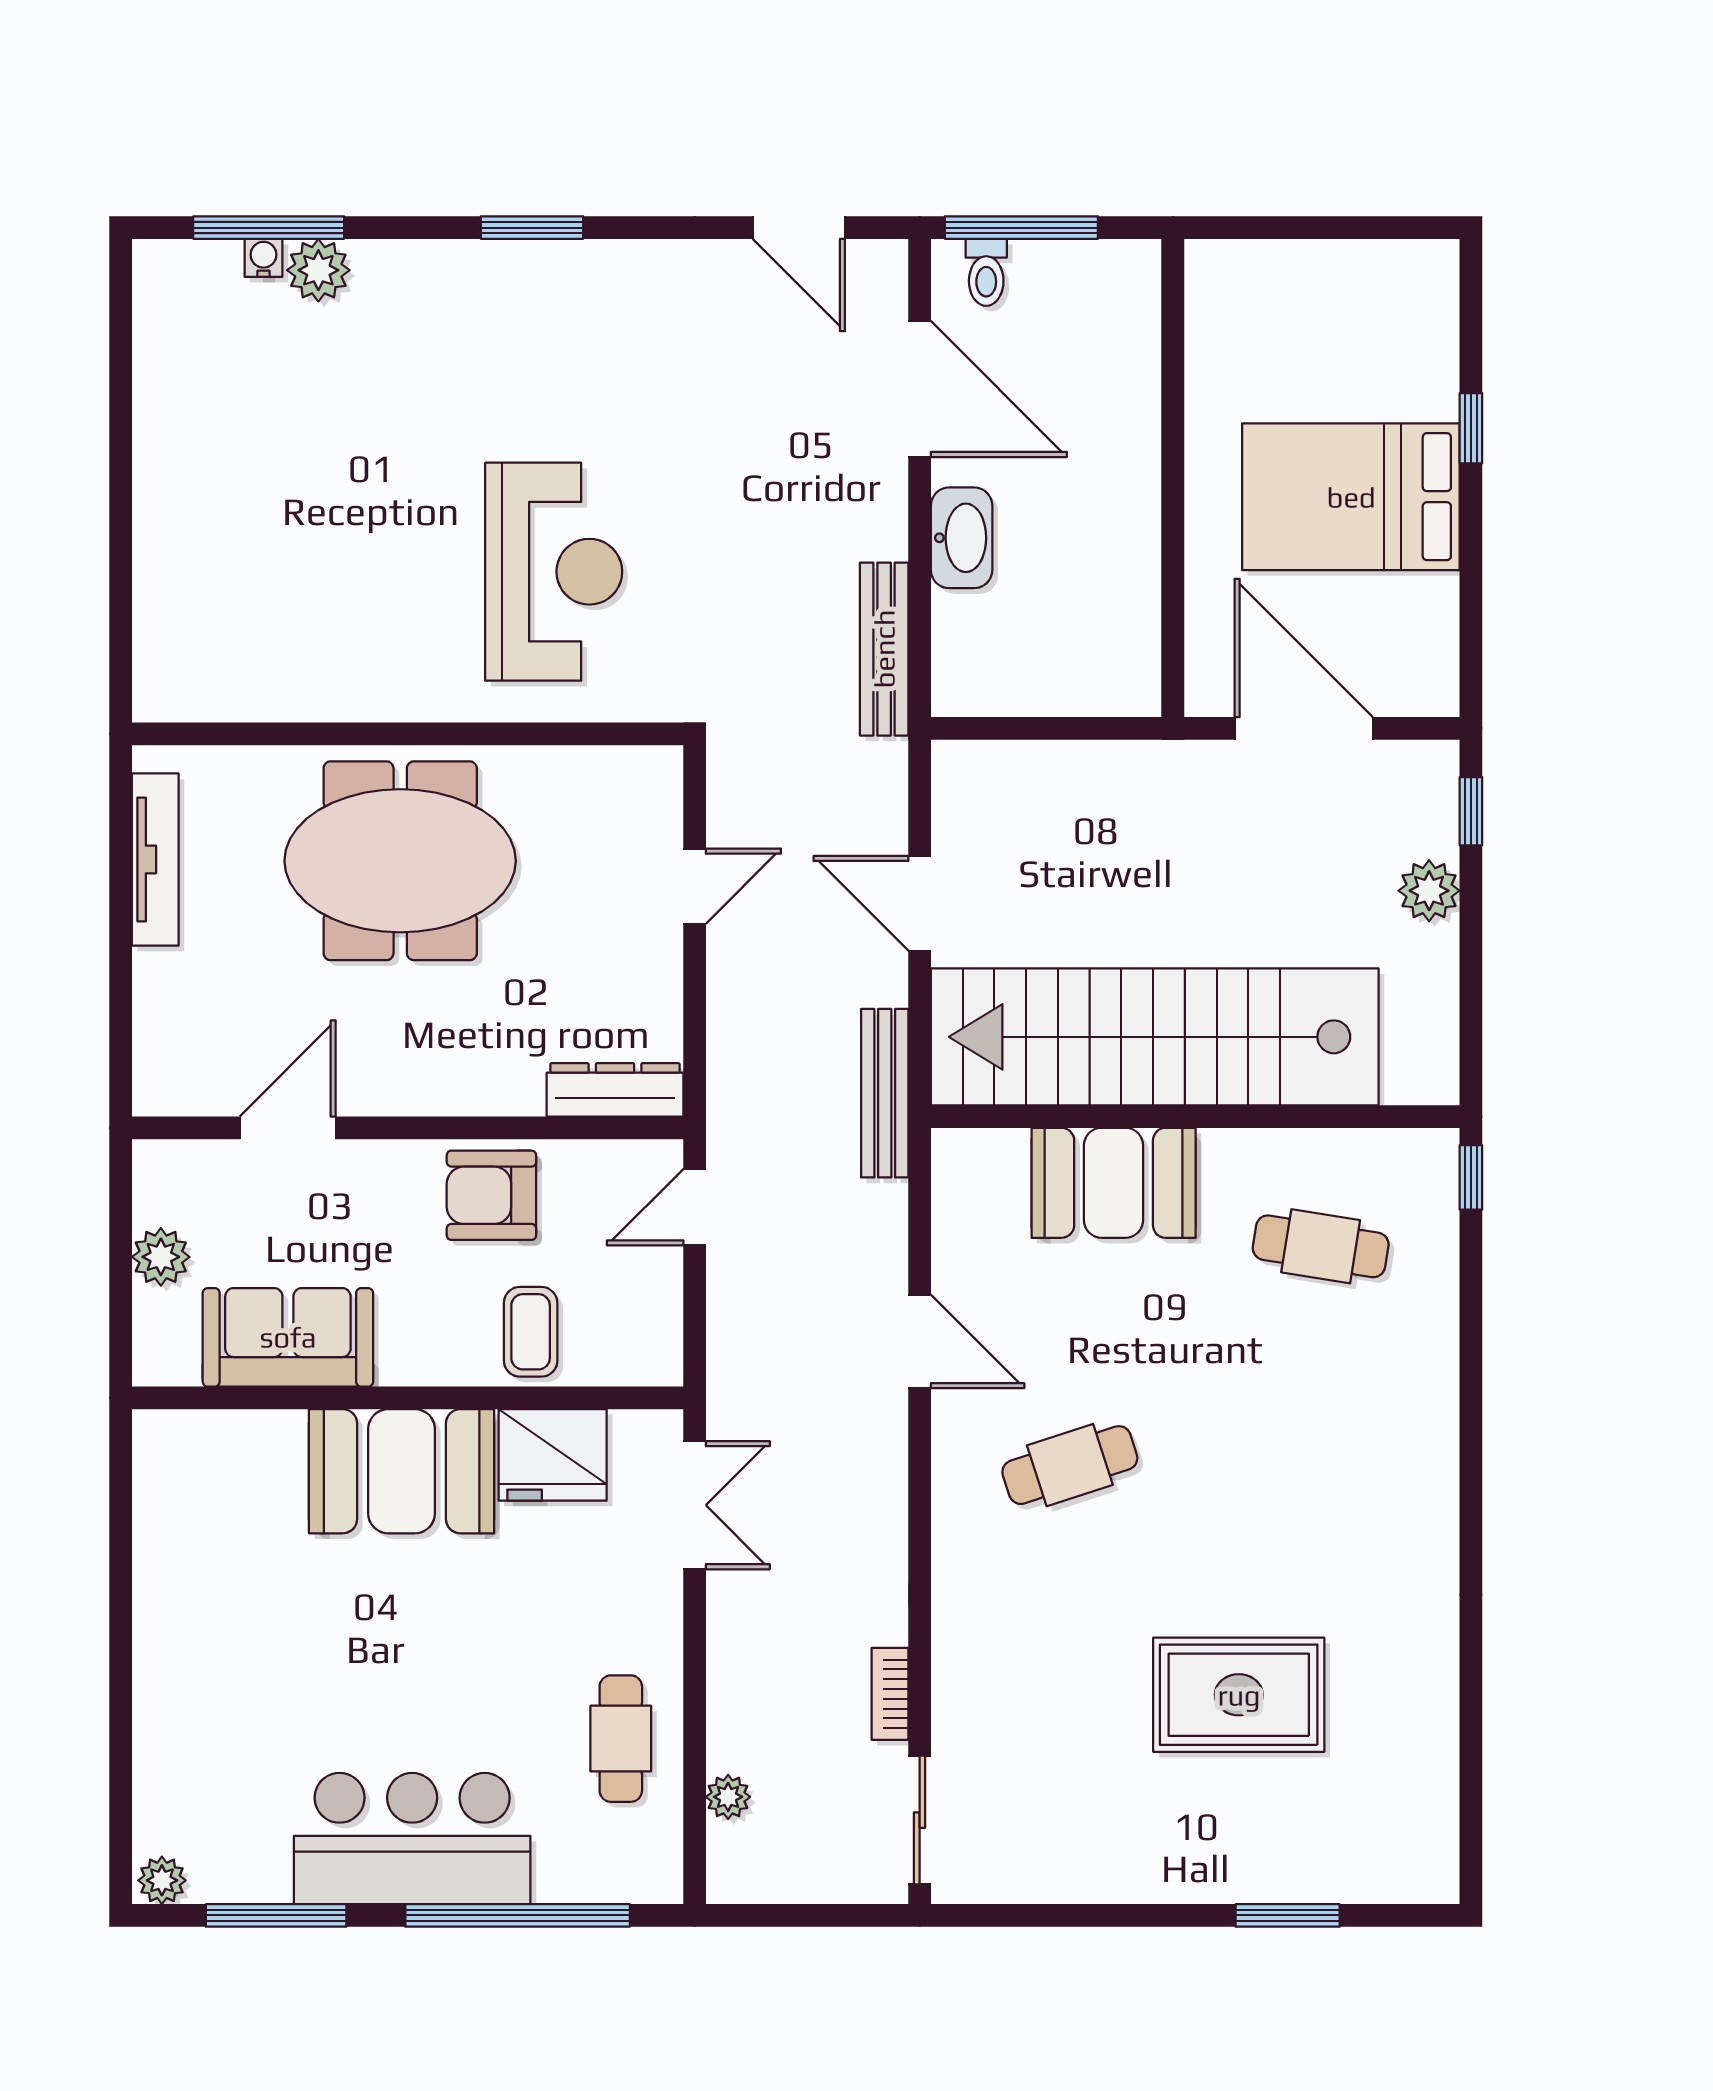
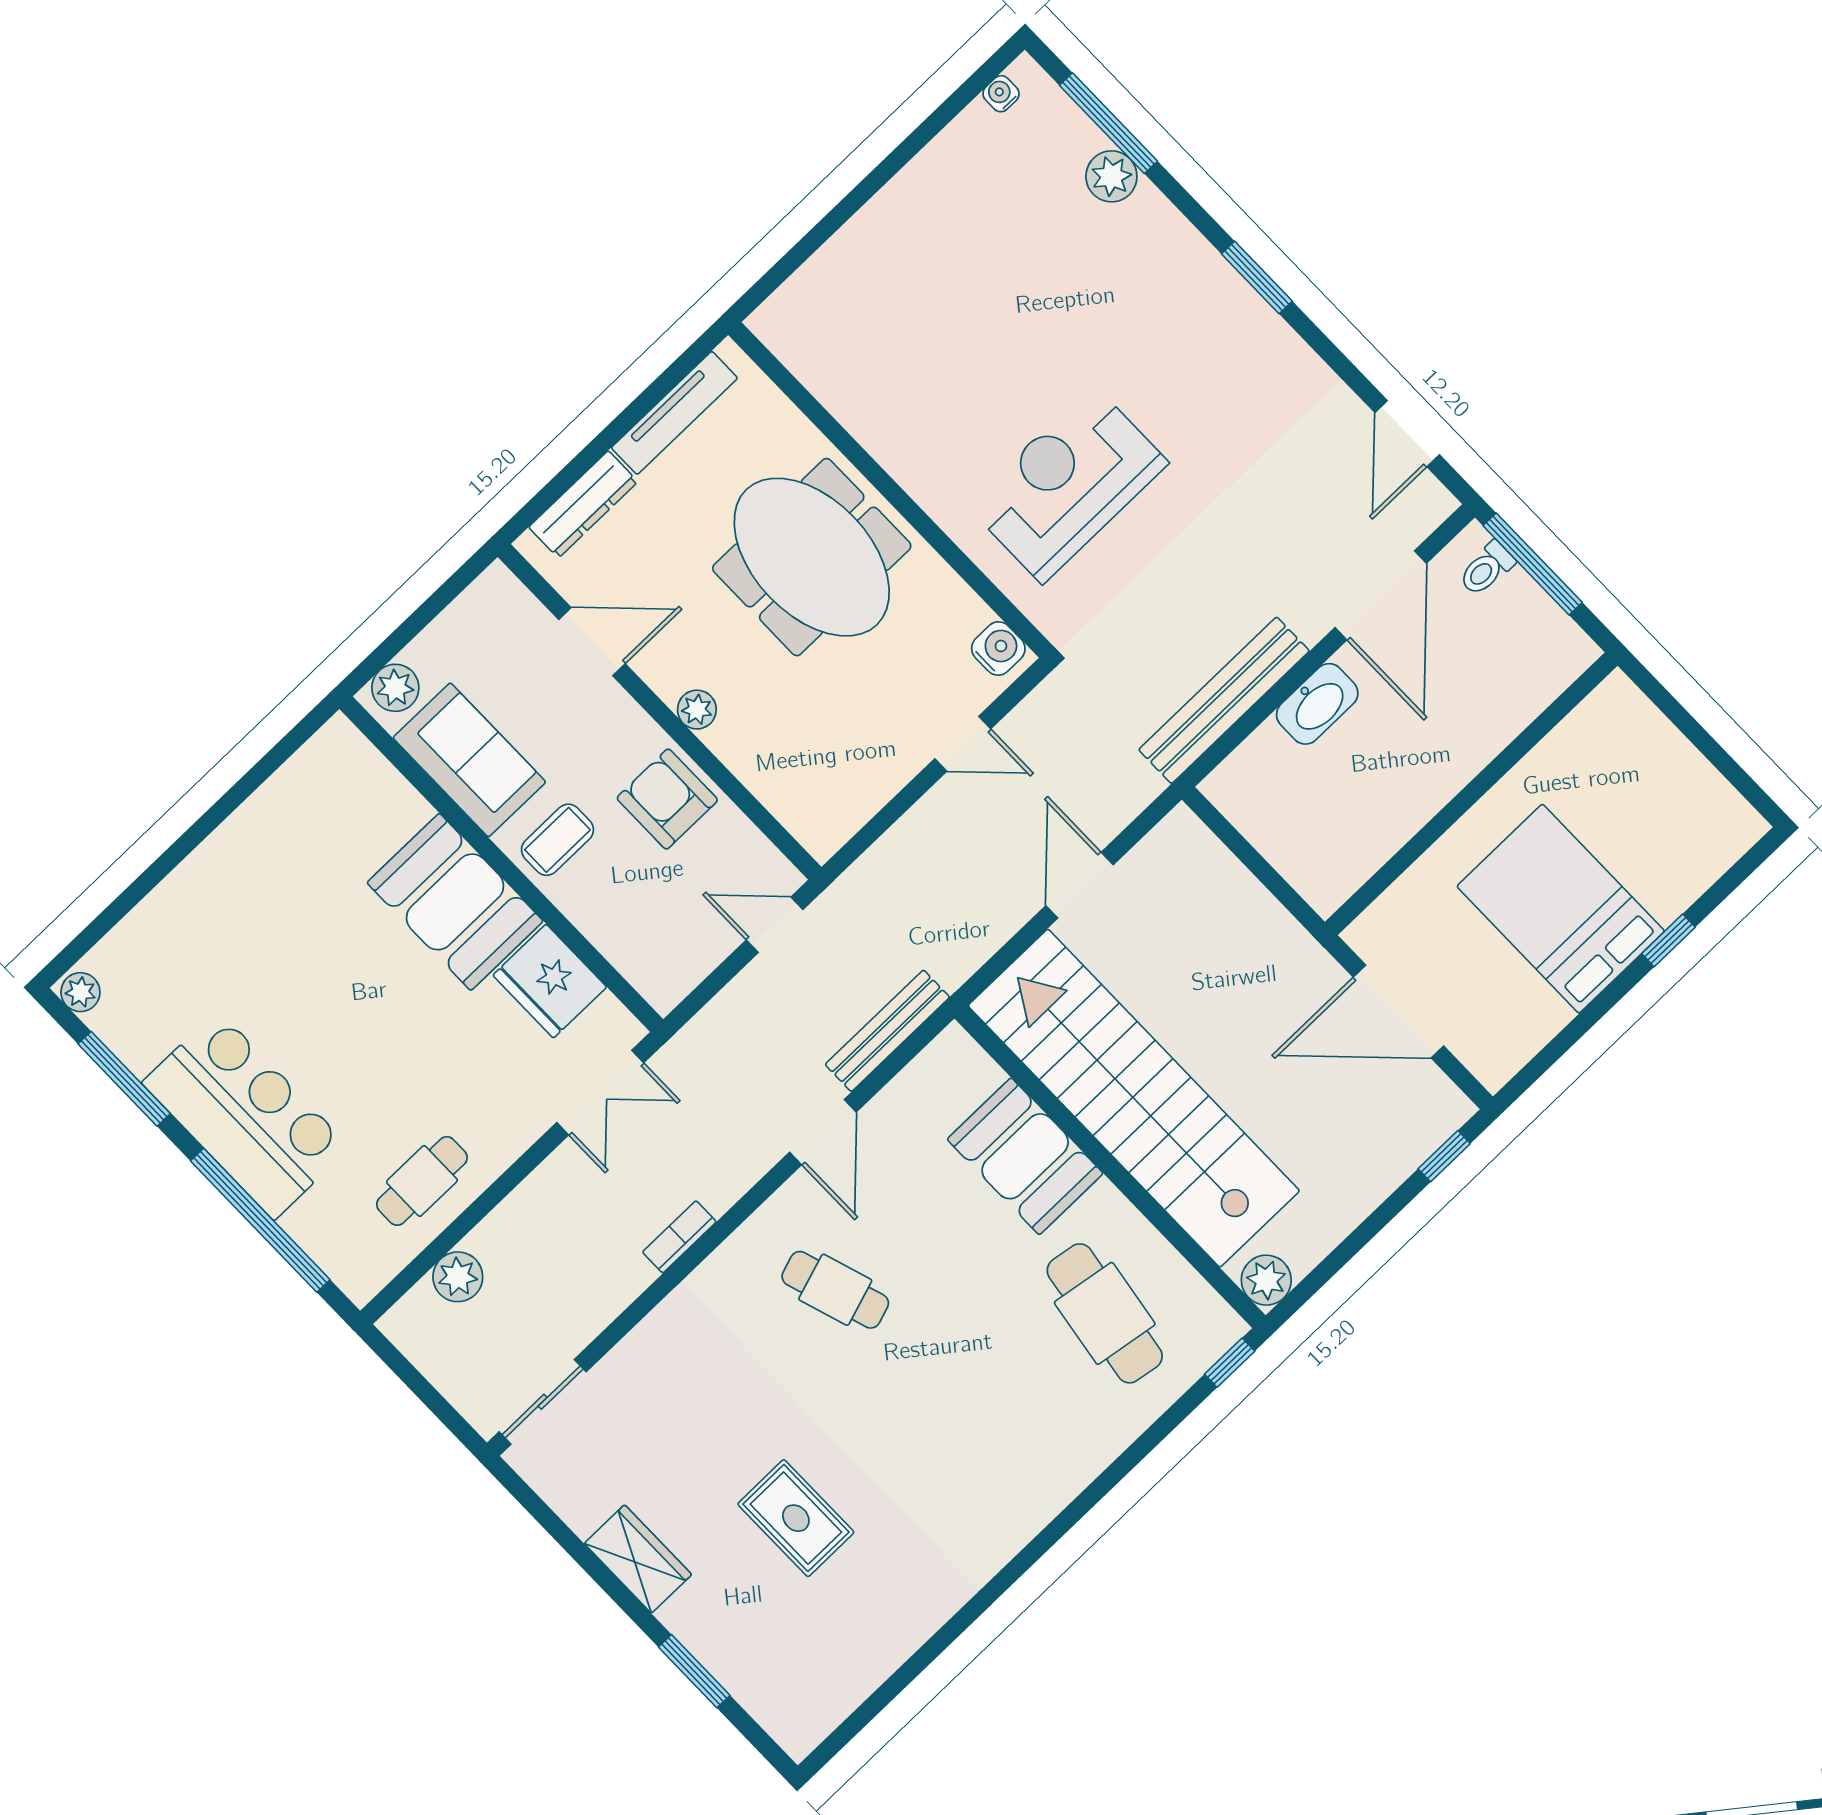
water cooler: (264, 258) -> (1001, 94), moved, turned -90
reception desk: (554, 572) -> (1068, 484), turned 180
bench: (884, 649) -> (1224, 700), width x1.37, depth x1.21
door: (1304, 728) -> (1398, 1012), swing flipped
water cooler: (640, 773) -> (998, 649), added
plant: (1429, 891) -> (1266, 1280), moved
dresser: (615, 1090) -> (583, 504), moved, turned 90
plant: (437, 1093) -> (697, 710), added
bench: (885, 1093) -> (887, 1031), moved
cafe table: (1321, 1246) -> (1105, 1313), width x1.37, depth x1.35
plant: (161, 1257) -> (395, 688), moved
coffee table: (531, 1332) -> (557, 840), moved
bookcase: (890, 1694) -> (679, 1237), moved
rug: (1239, 1695) -> (796, 1518), width x0.73, depth x0.70
plant: (728, 1797) -> (458, 1277), width x1.38, depth x1.38
wardrobe: (1140, 1870) -> (638, 1559), added

